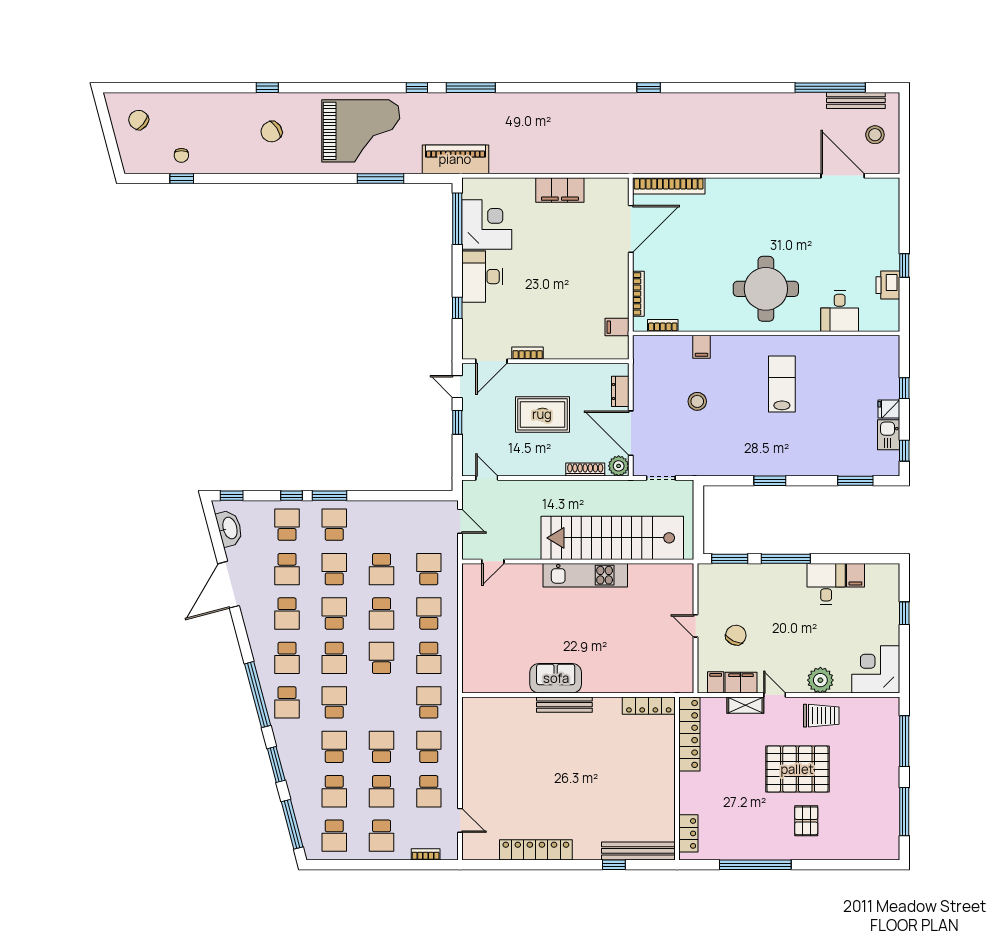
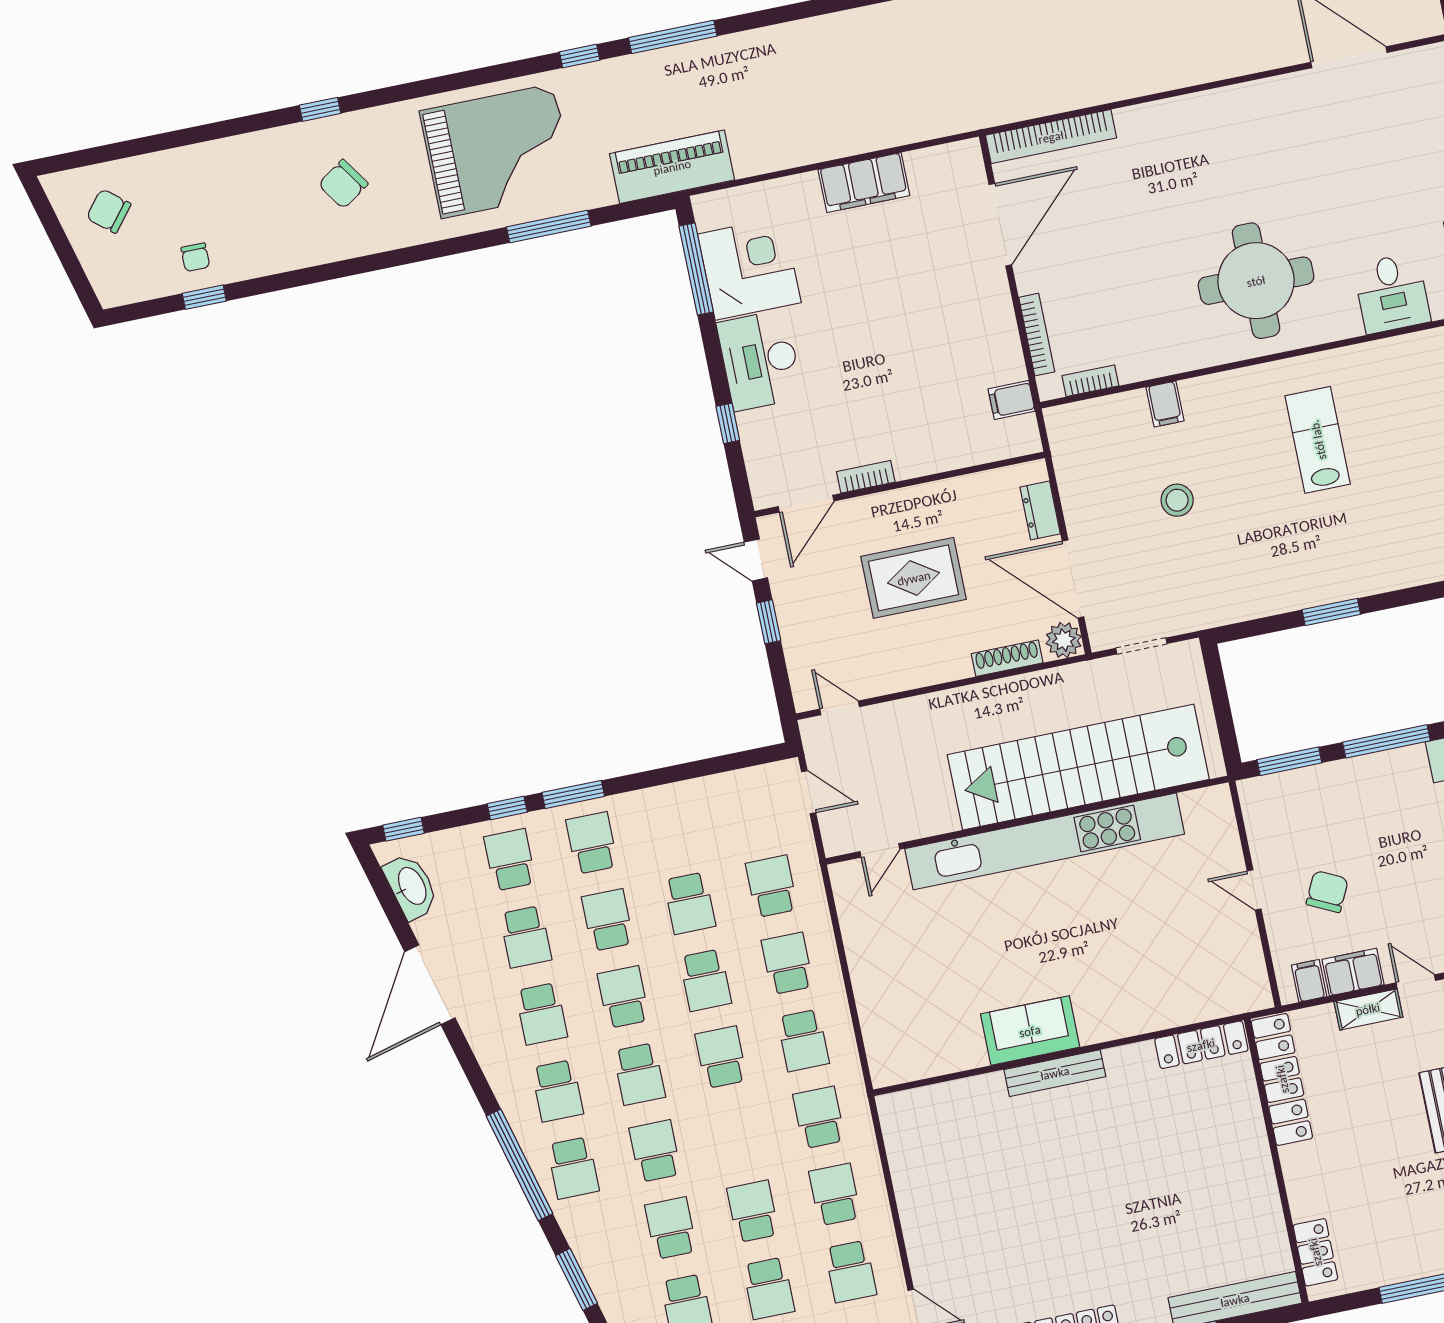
kitchen unit: (585, 575) -> (1045, 841), width x1.86

